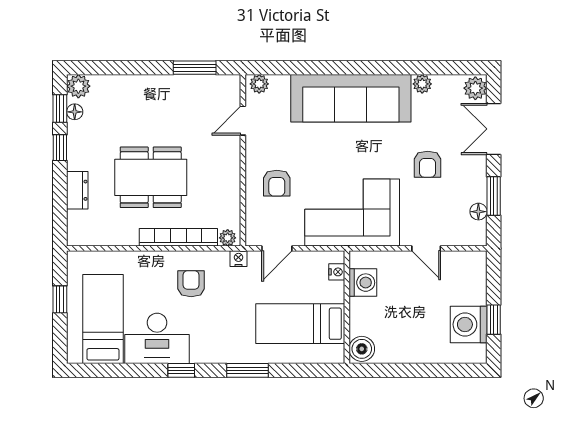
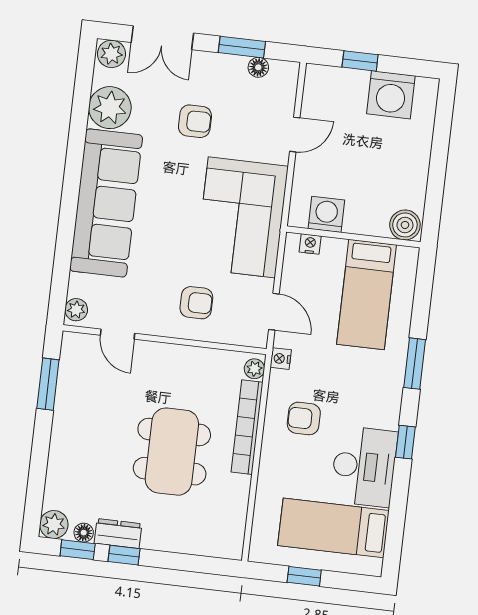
plant: (422, 84) -> (110, 108), width x1.87, depth x1.87
dresser: (77, 190) -> (118, 534), moved
window: (494, 320) -> (360, 61), moved

